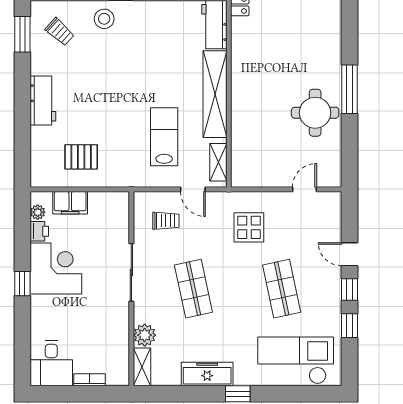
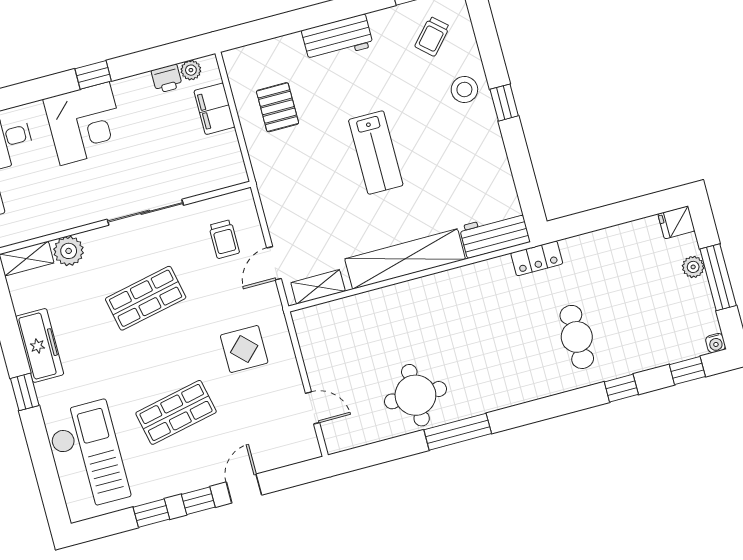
lab bench: (164, 137) -> (376, 153), moved, turned 90
corner desk: (56, 269) -> (85, 124), moved

